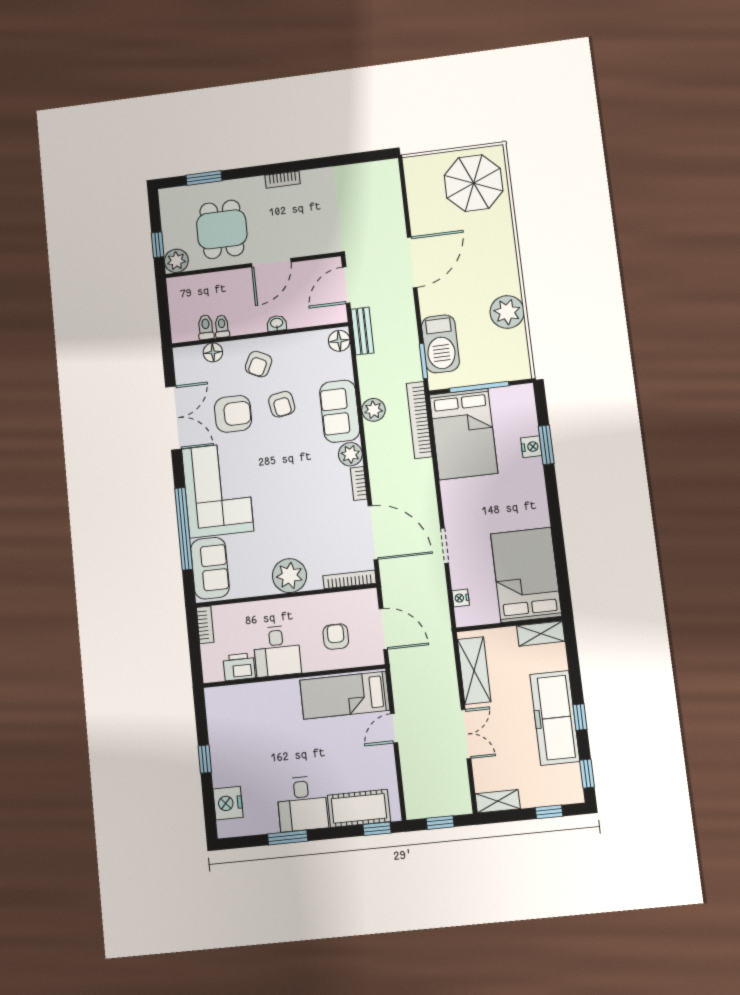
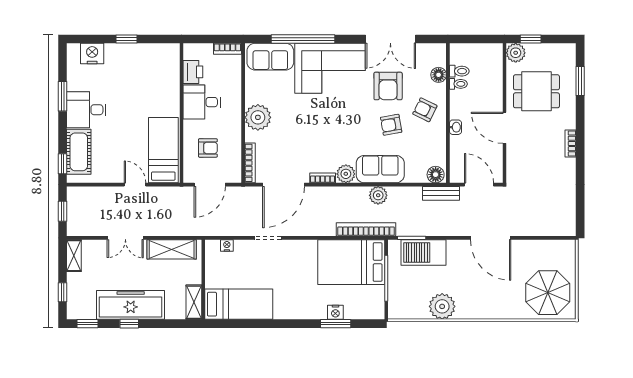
bed: (526, 575) -> (239, 304), width x0.67

